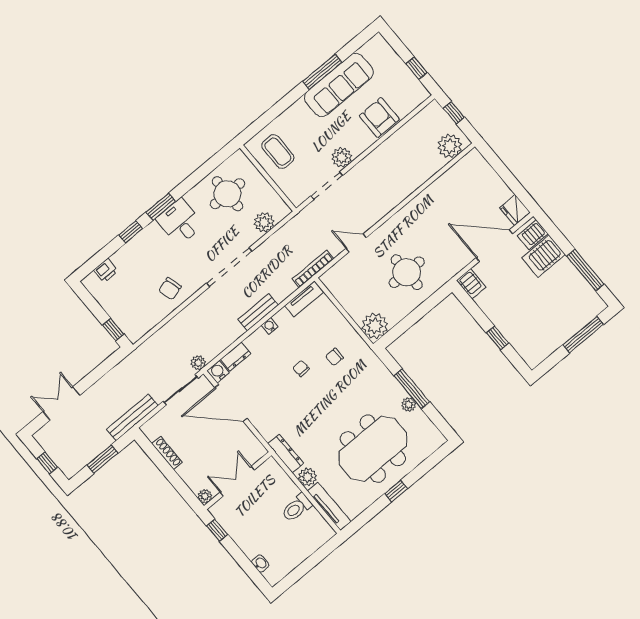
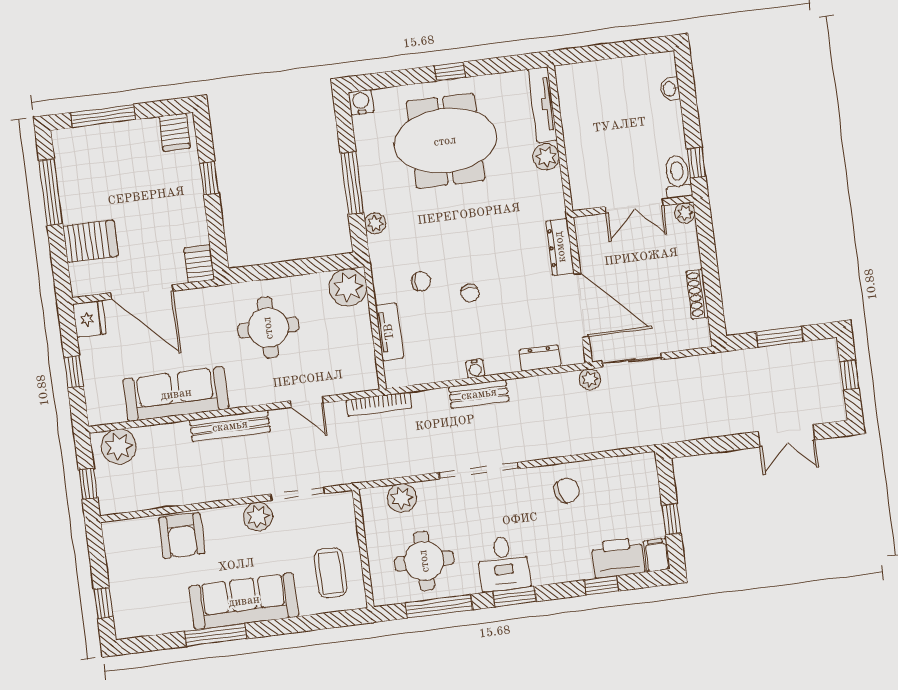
window: (417, 68) -> (103, 603), moved
sofa: (339, 85) -> (244, 601), moved
window: (201, 173) -> (439, 606), added
window: (504, 173) -> (74, 372), added
sofa: (436, 199) -> (176, 394), added
window: (131, 232) -> (601, 585), moved
server rack: (533, 235) -> (175, 132), moved, turned 90
printer: (106, 271) -> (618, 558), width x1.87, depth x1.48
filing cabinet: (93, 284) -> (657, 555), added
tv unit: (304, 299) -> (389, 332), moved, turned 90
window: (113, 330) -> (671, 519), moved
water cooler: (218, 372) -> (361, 102), moved, turned 180
plant: (409, 405) -> (375, 223), moved
bench: (132, 417) -> (230, 426), moved
dresser: (286, 453) -> (560, 247), moved
toilet: (297, 508) -> (678, 177), moved, turned -90

